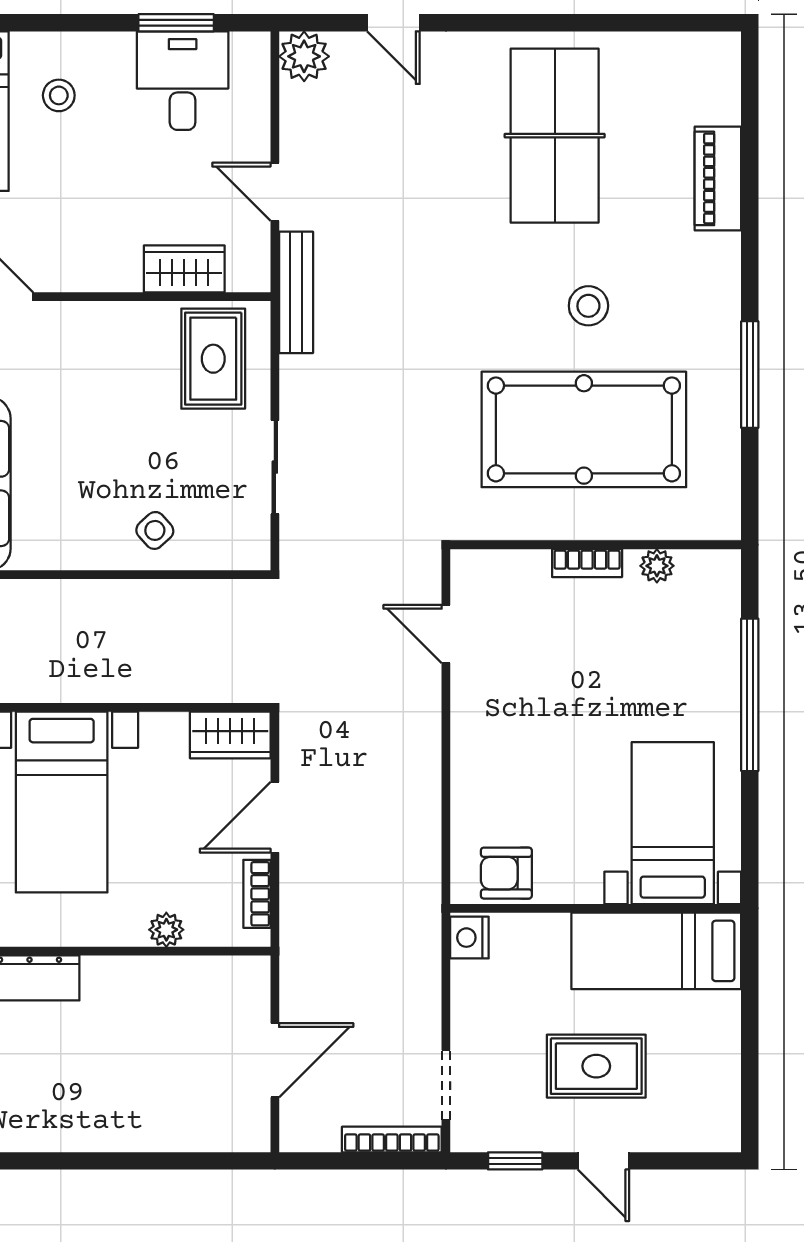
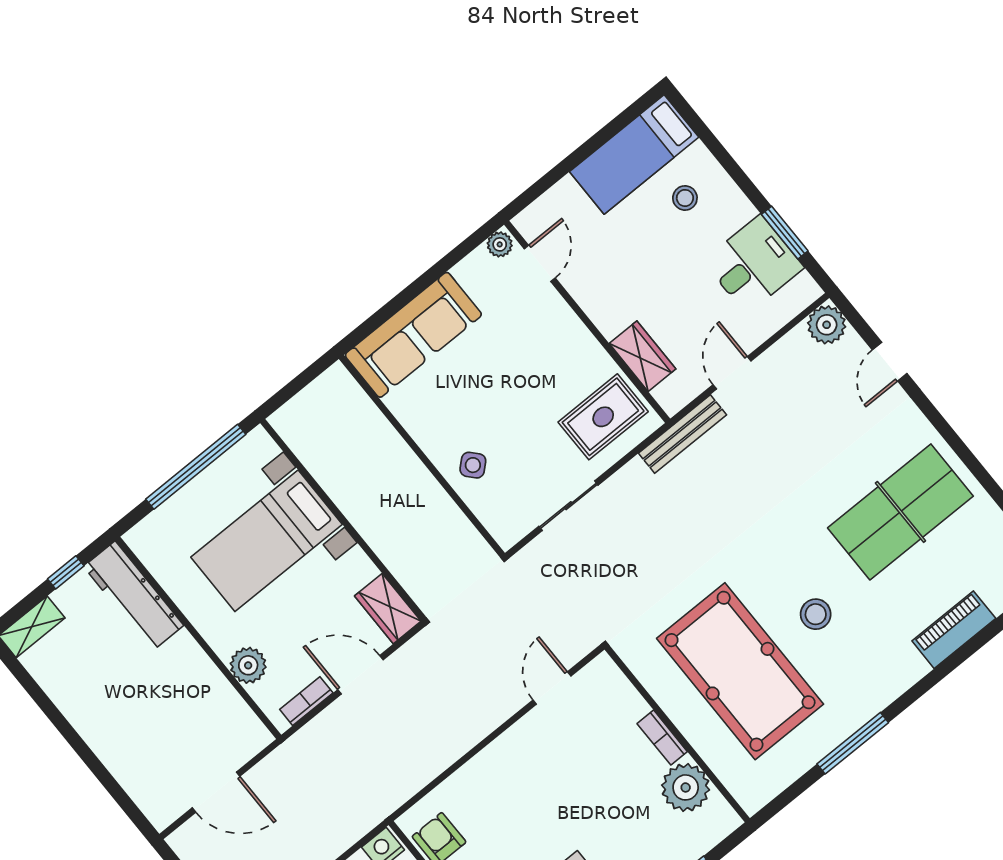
plant: (657, 566) -> (686, 787), width x1.88, depth x1.88
plant: (166, 930) -> (248, 665), width x1.38, depth x1.38

